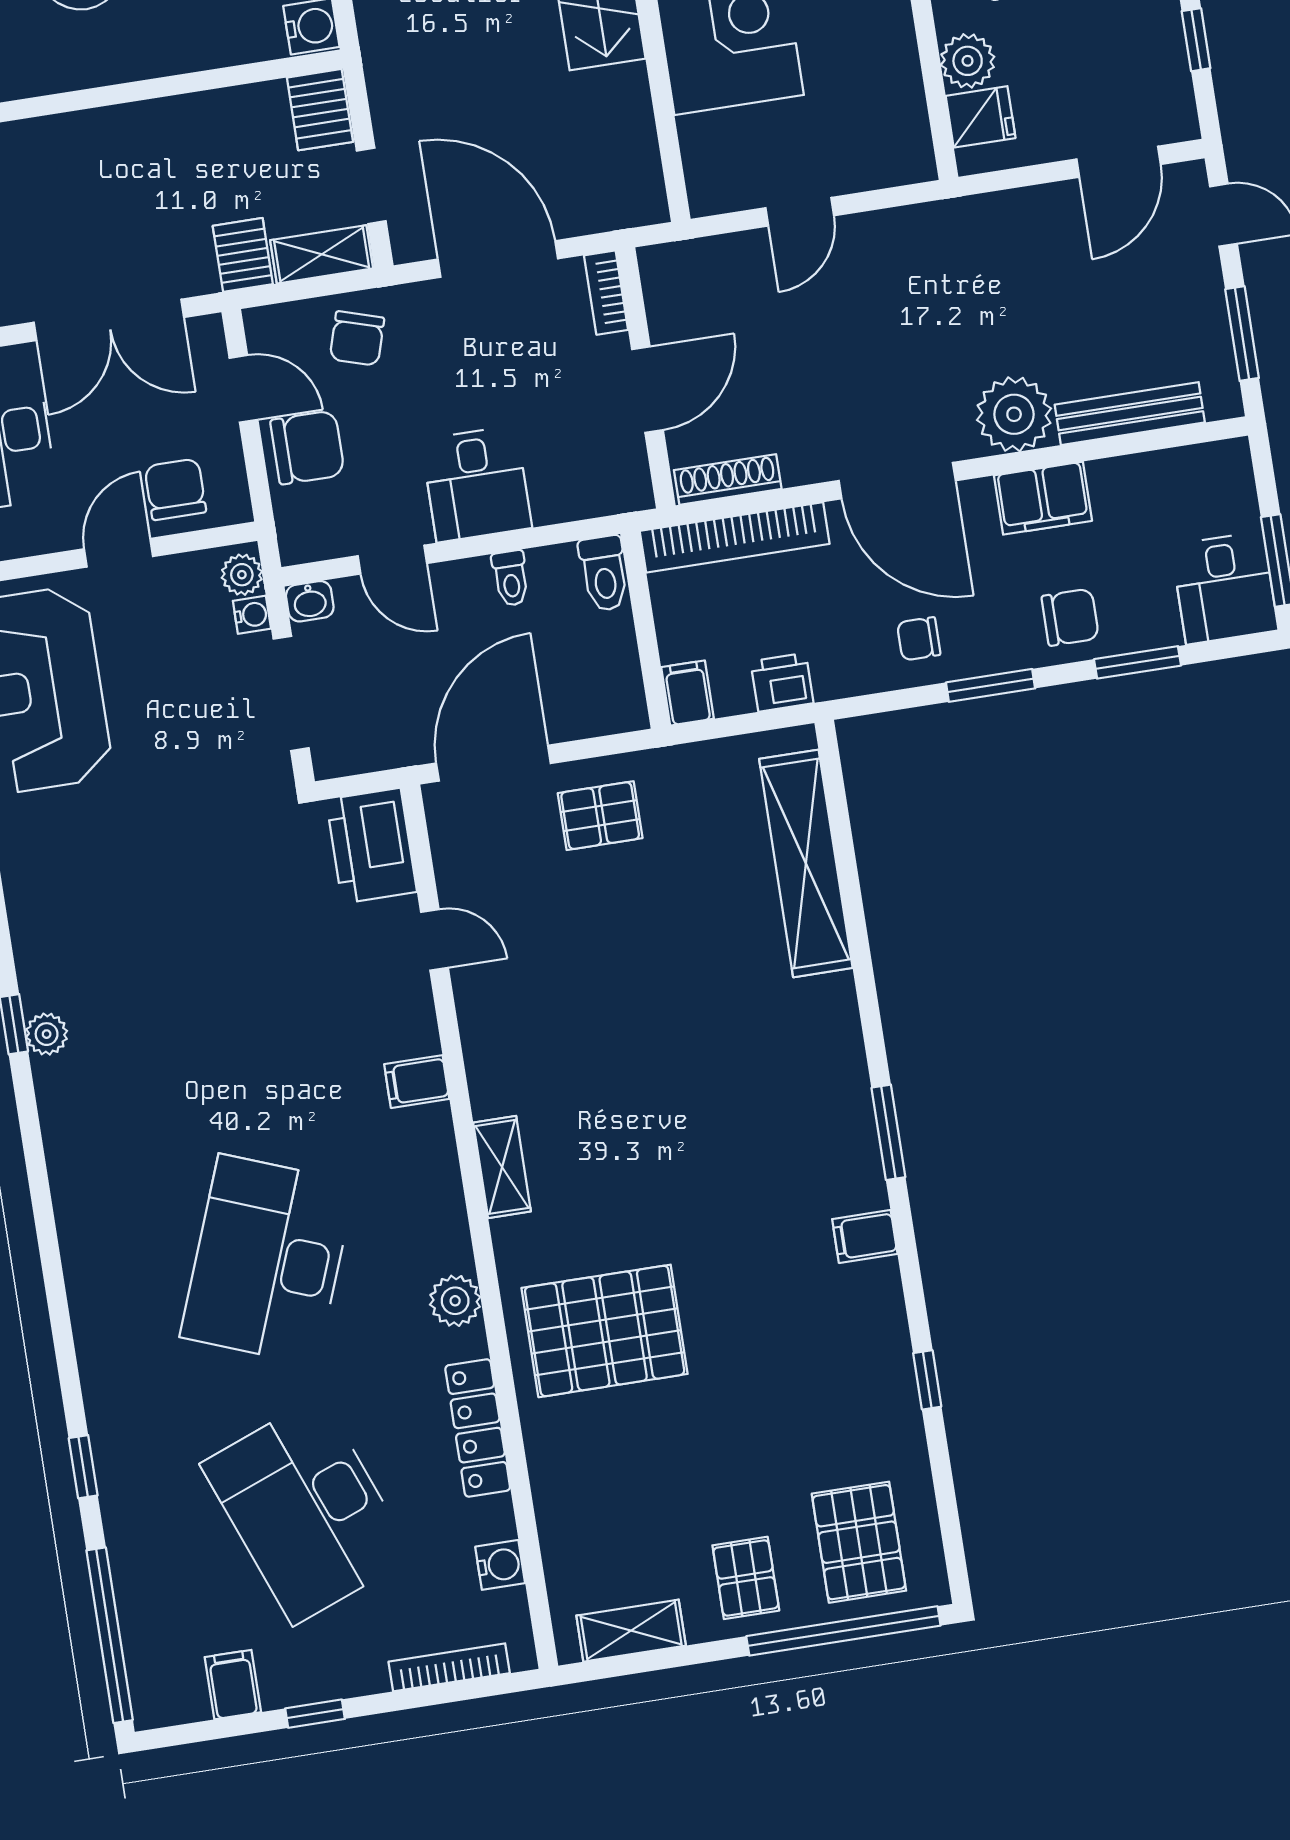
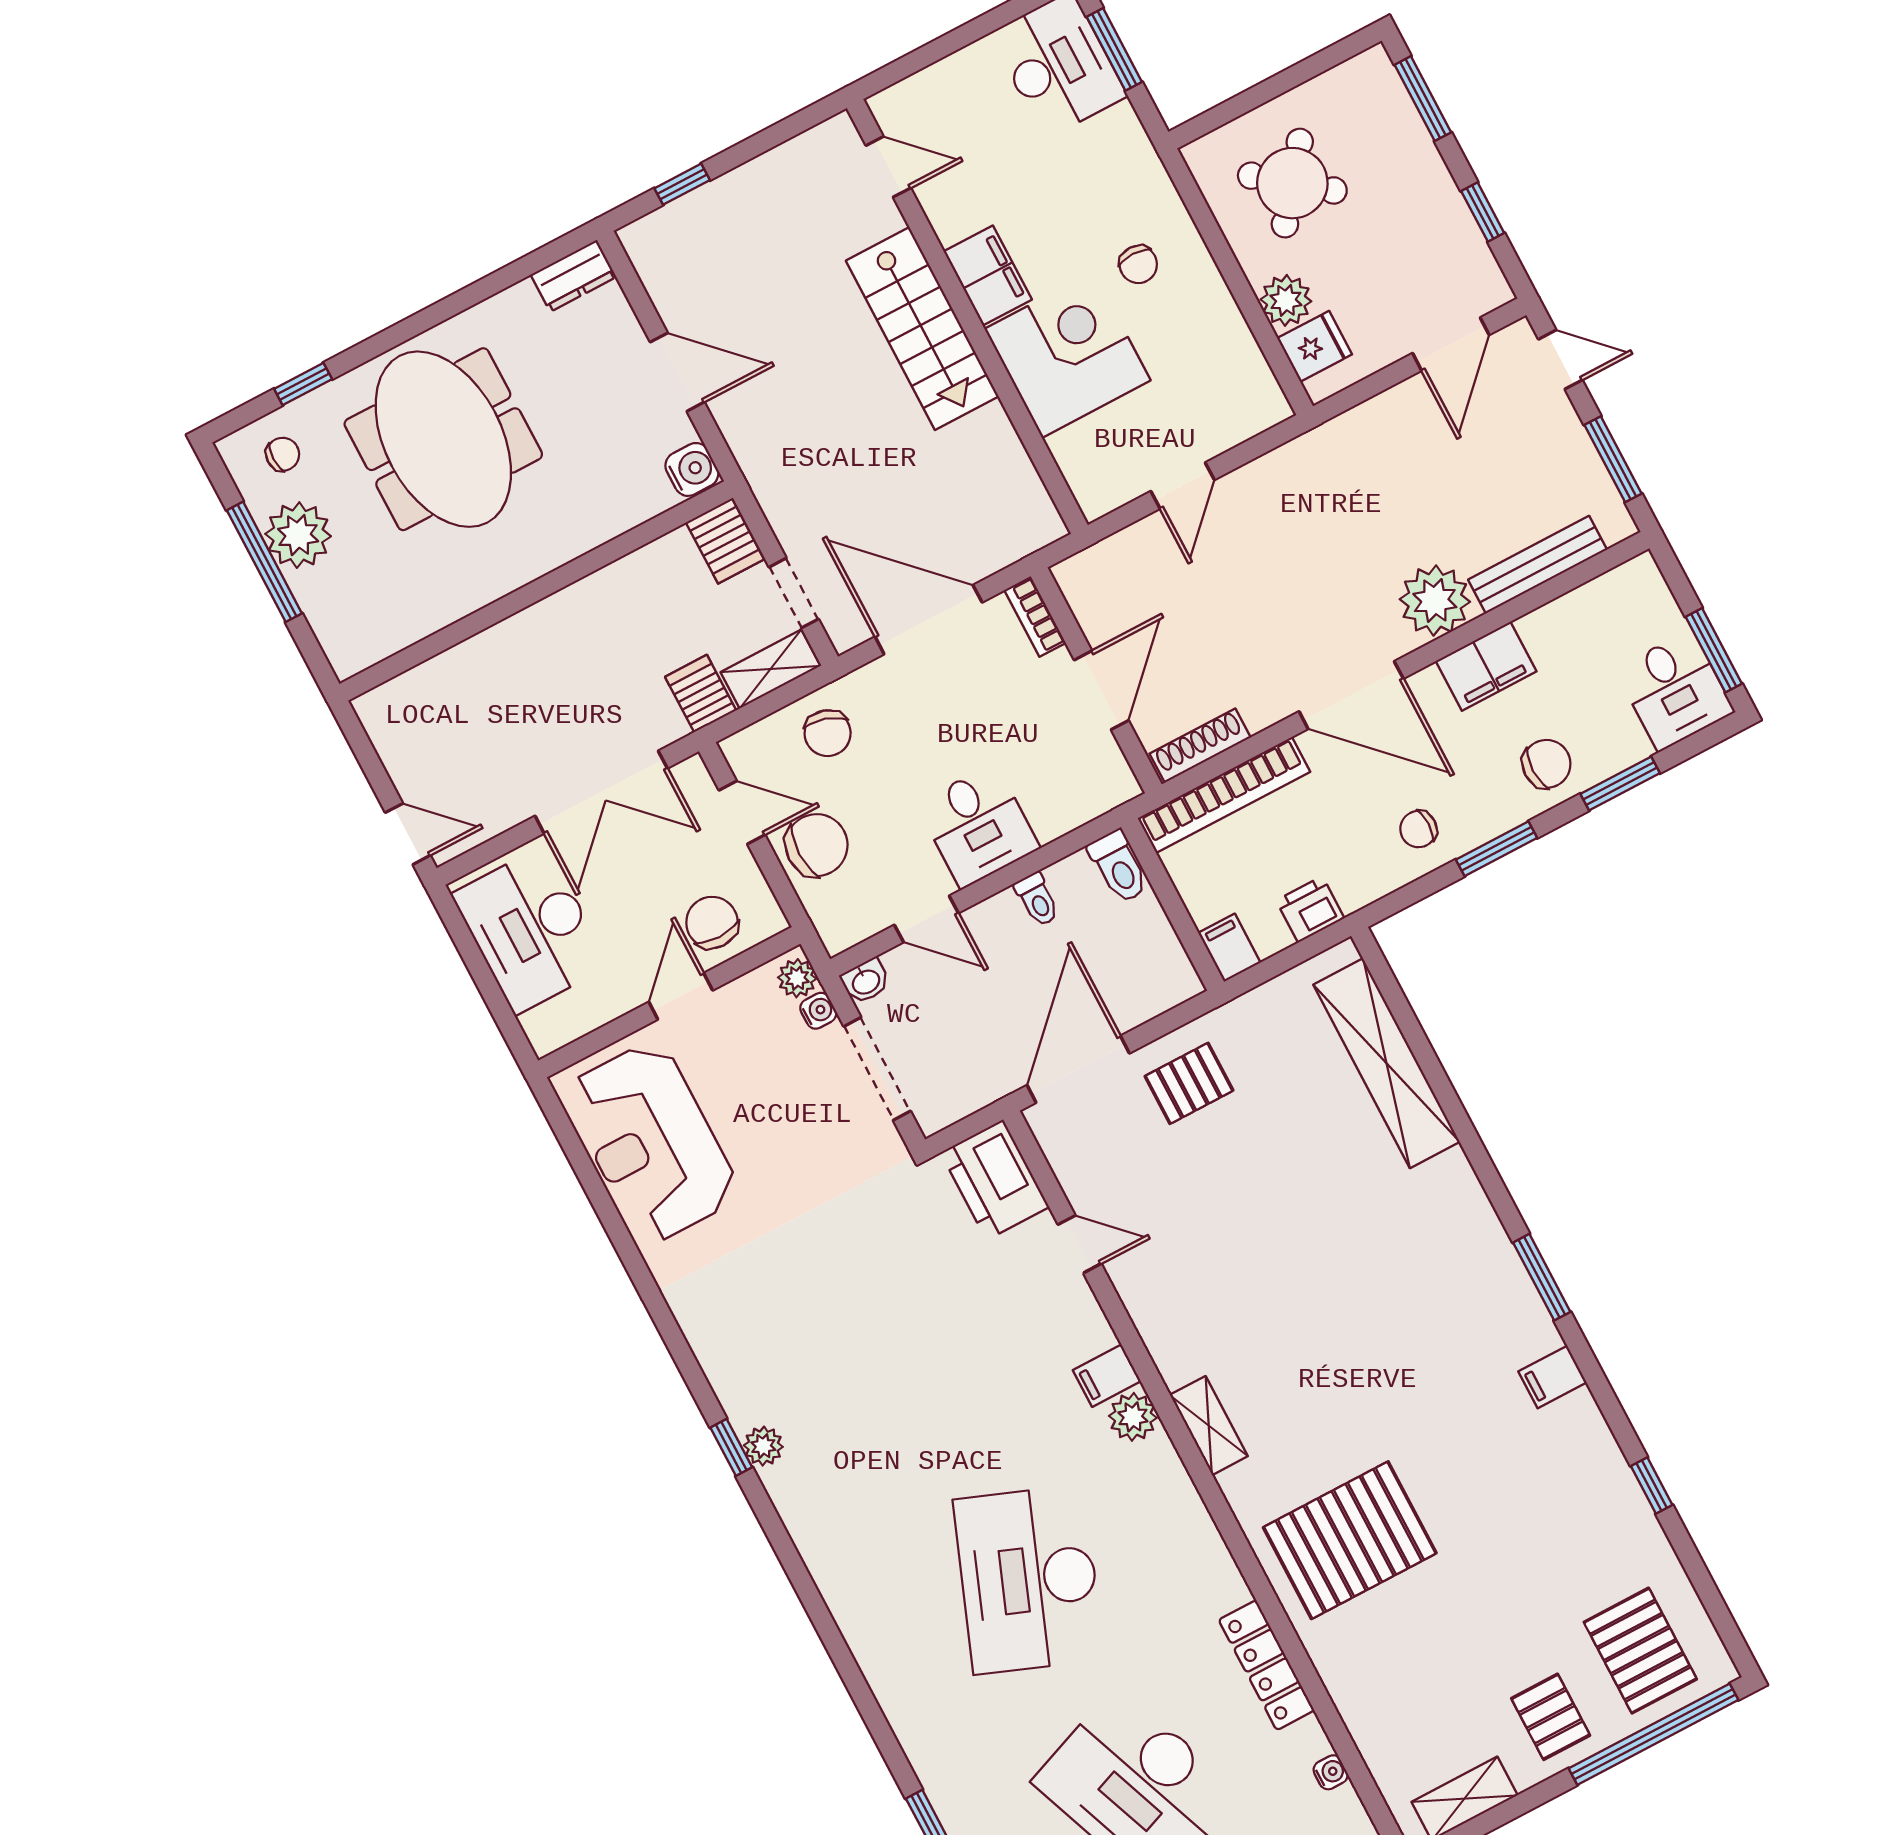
plant: (455, 1301) -> (1133, 1417), moved
water cooler: (500, 1565) -> (1331, 1772), width x0.72, depth x0.72

